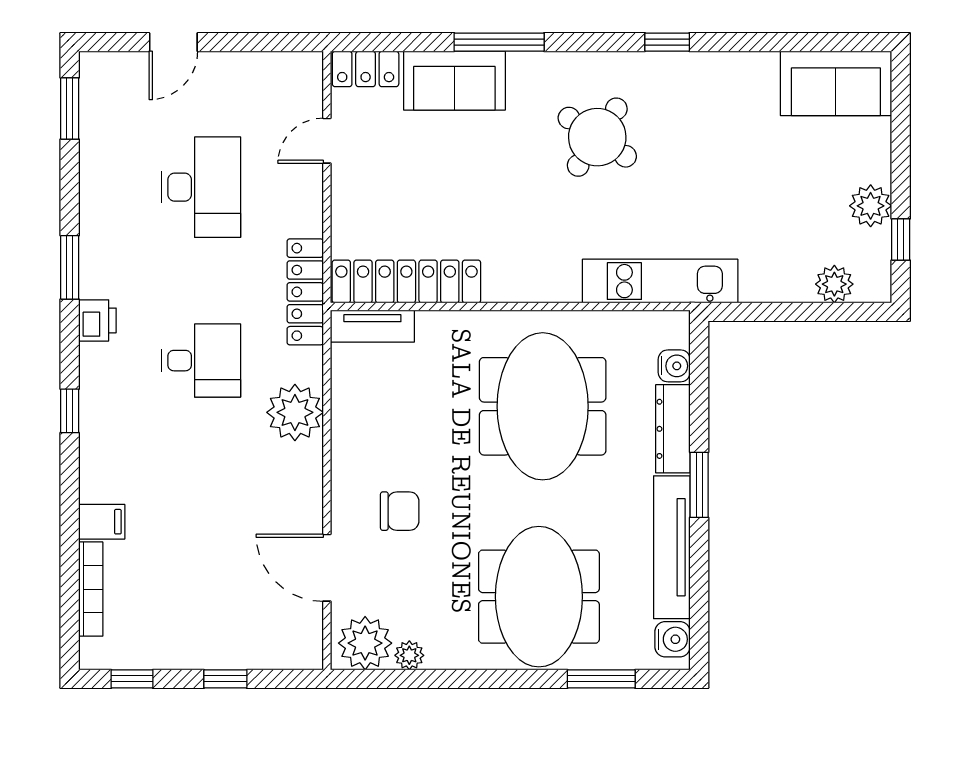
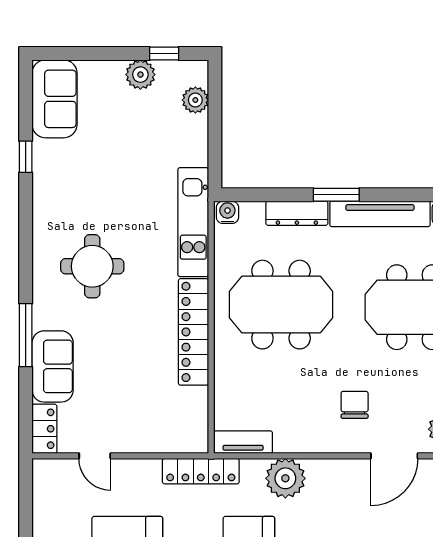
window: (667, 42) -> (26, 157), moved
round table: (597, 137) -> (92, 266), turned -34
locker: (406, 281) -> (194, 332), moved
tv unit: (372, 326) -> (243, 442), moved, turned -90
water cooler: (674, 366) -> (227, 212), moved

